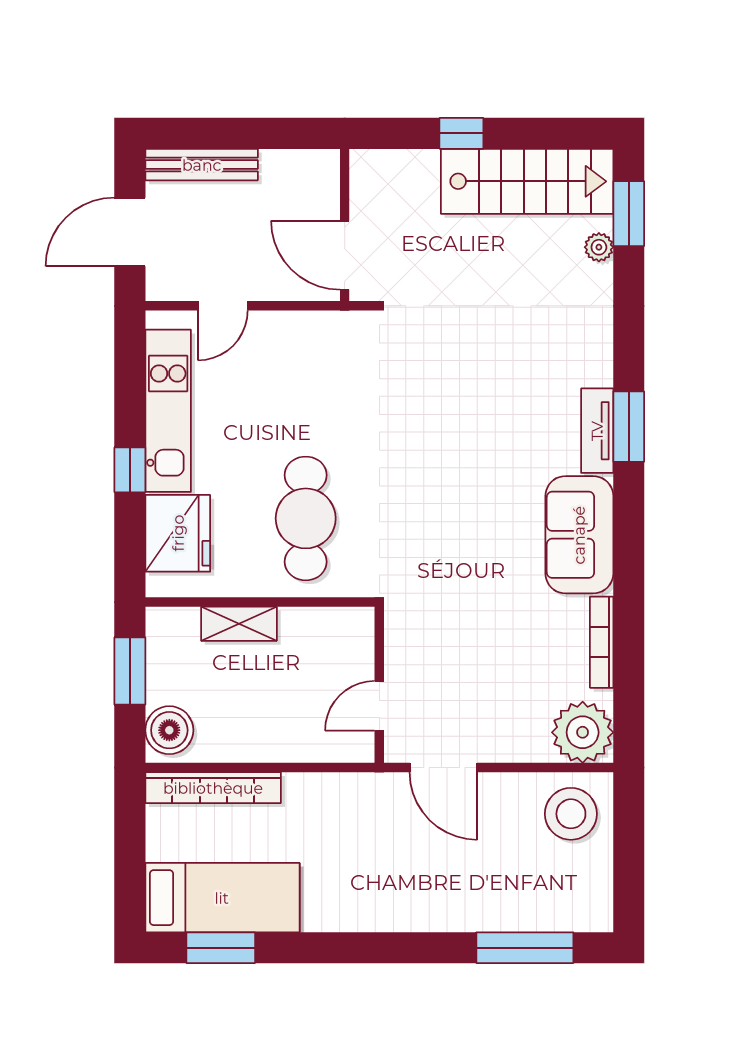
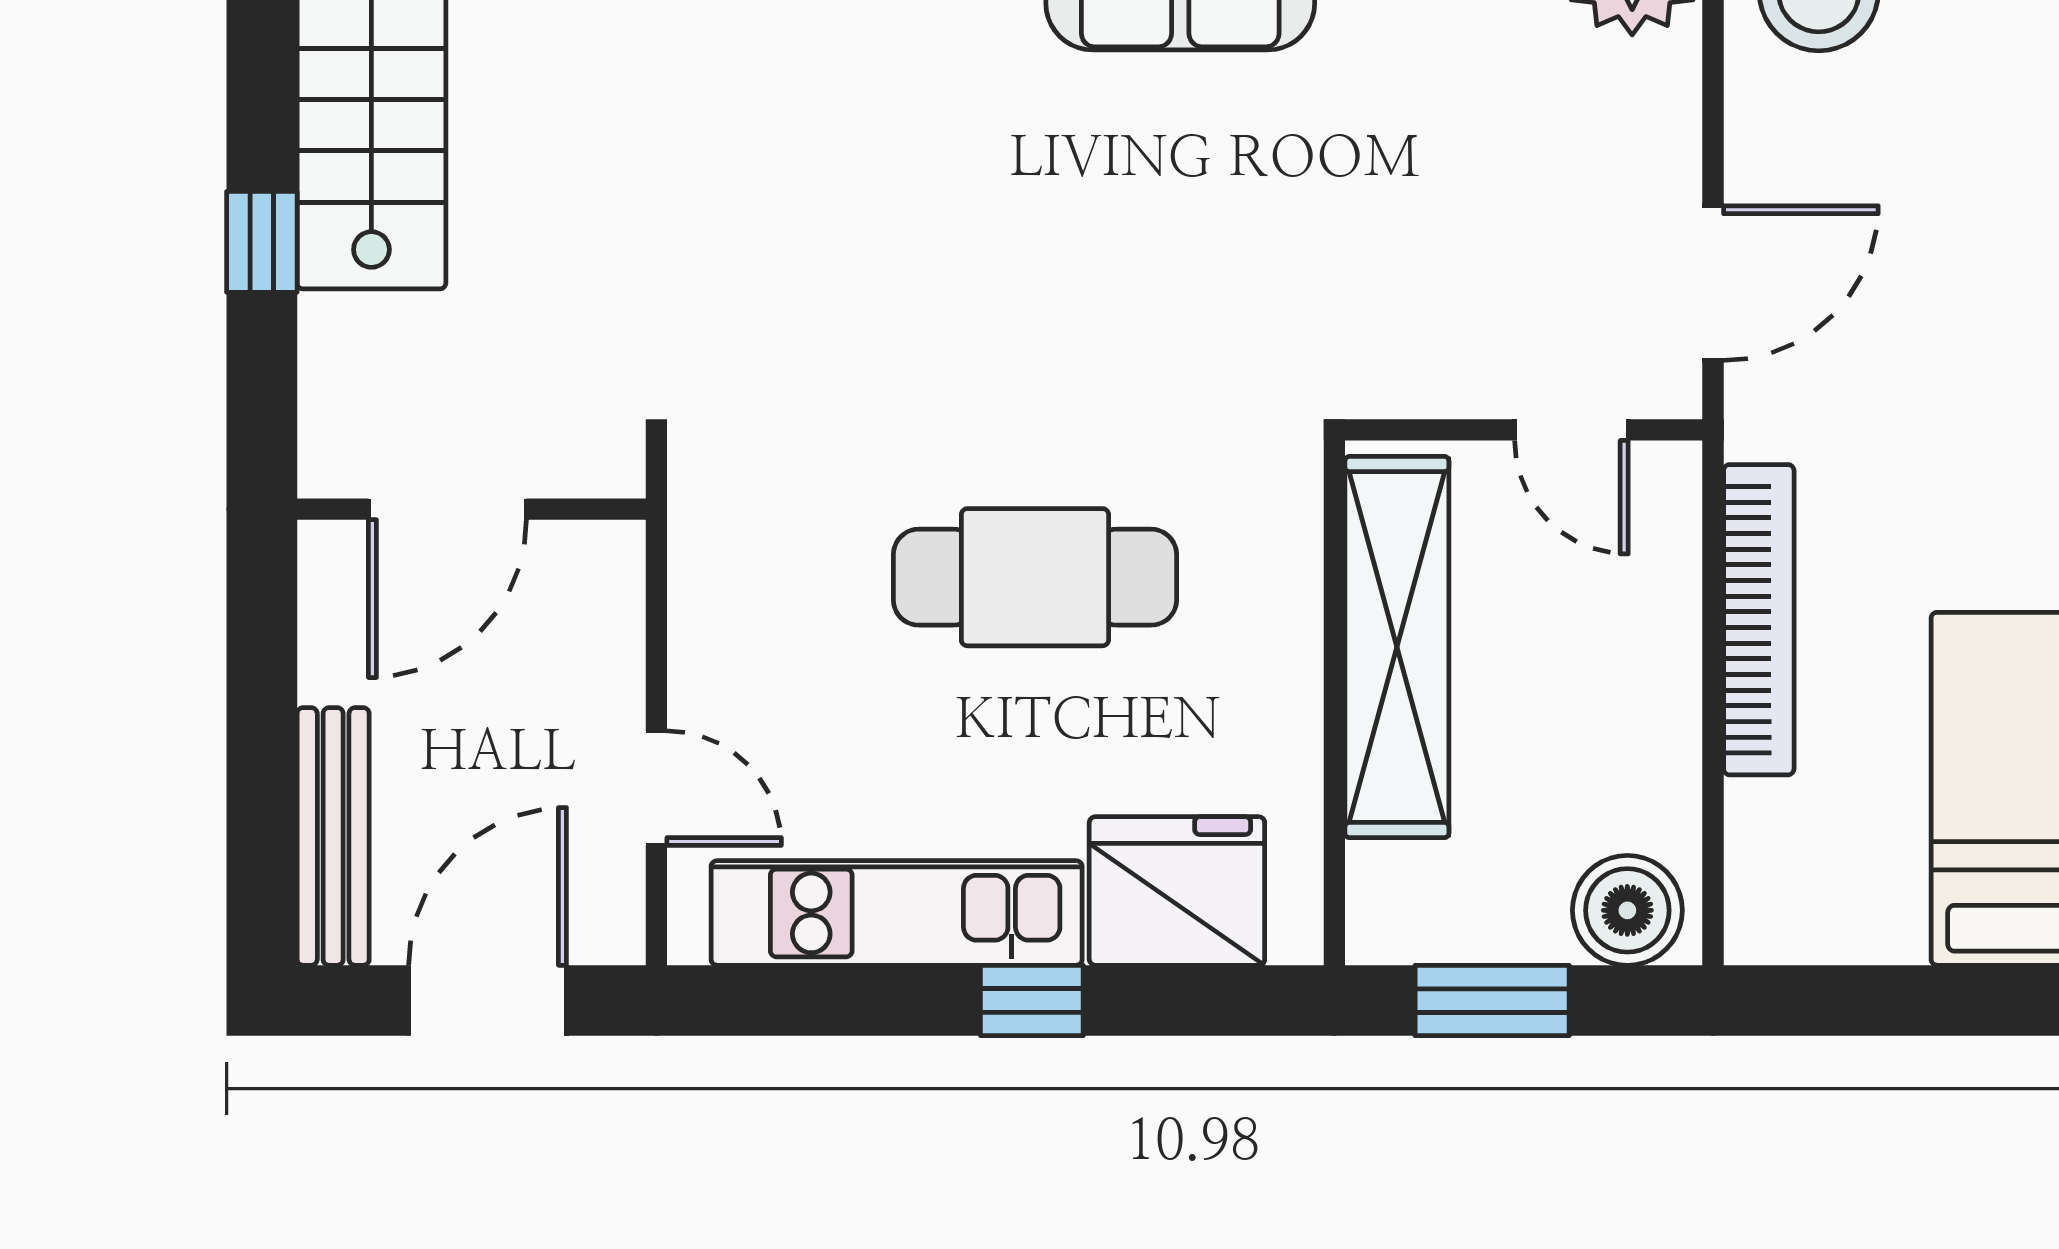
door: (130, 232) -> (488, 1001), swing flipped
door: (345, 255) -> (447, 509), moved
cafe table: (306, 518) -> (1035, 577), moved
shelving: (239, 624) -> (1397, 647), width x2.20, depth x1.33
bookcase: (213, 788) -> (1759, 620), moved

